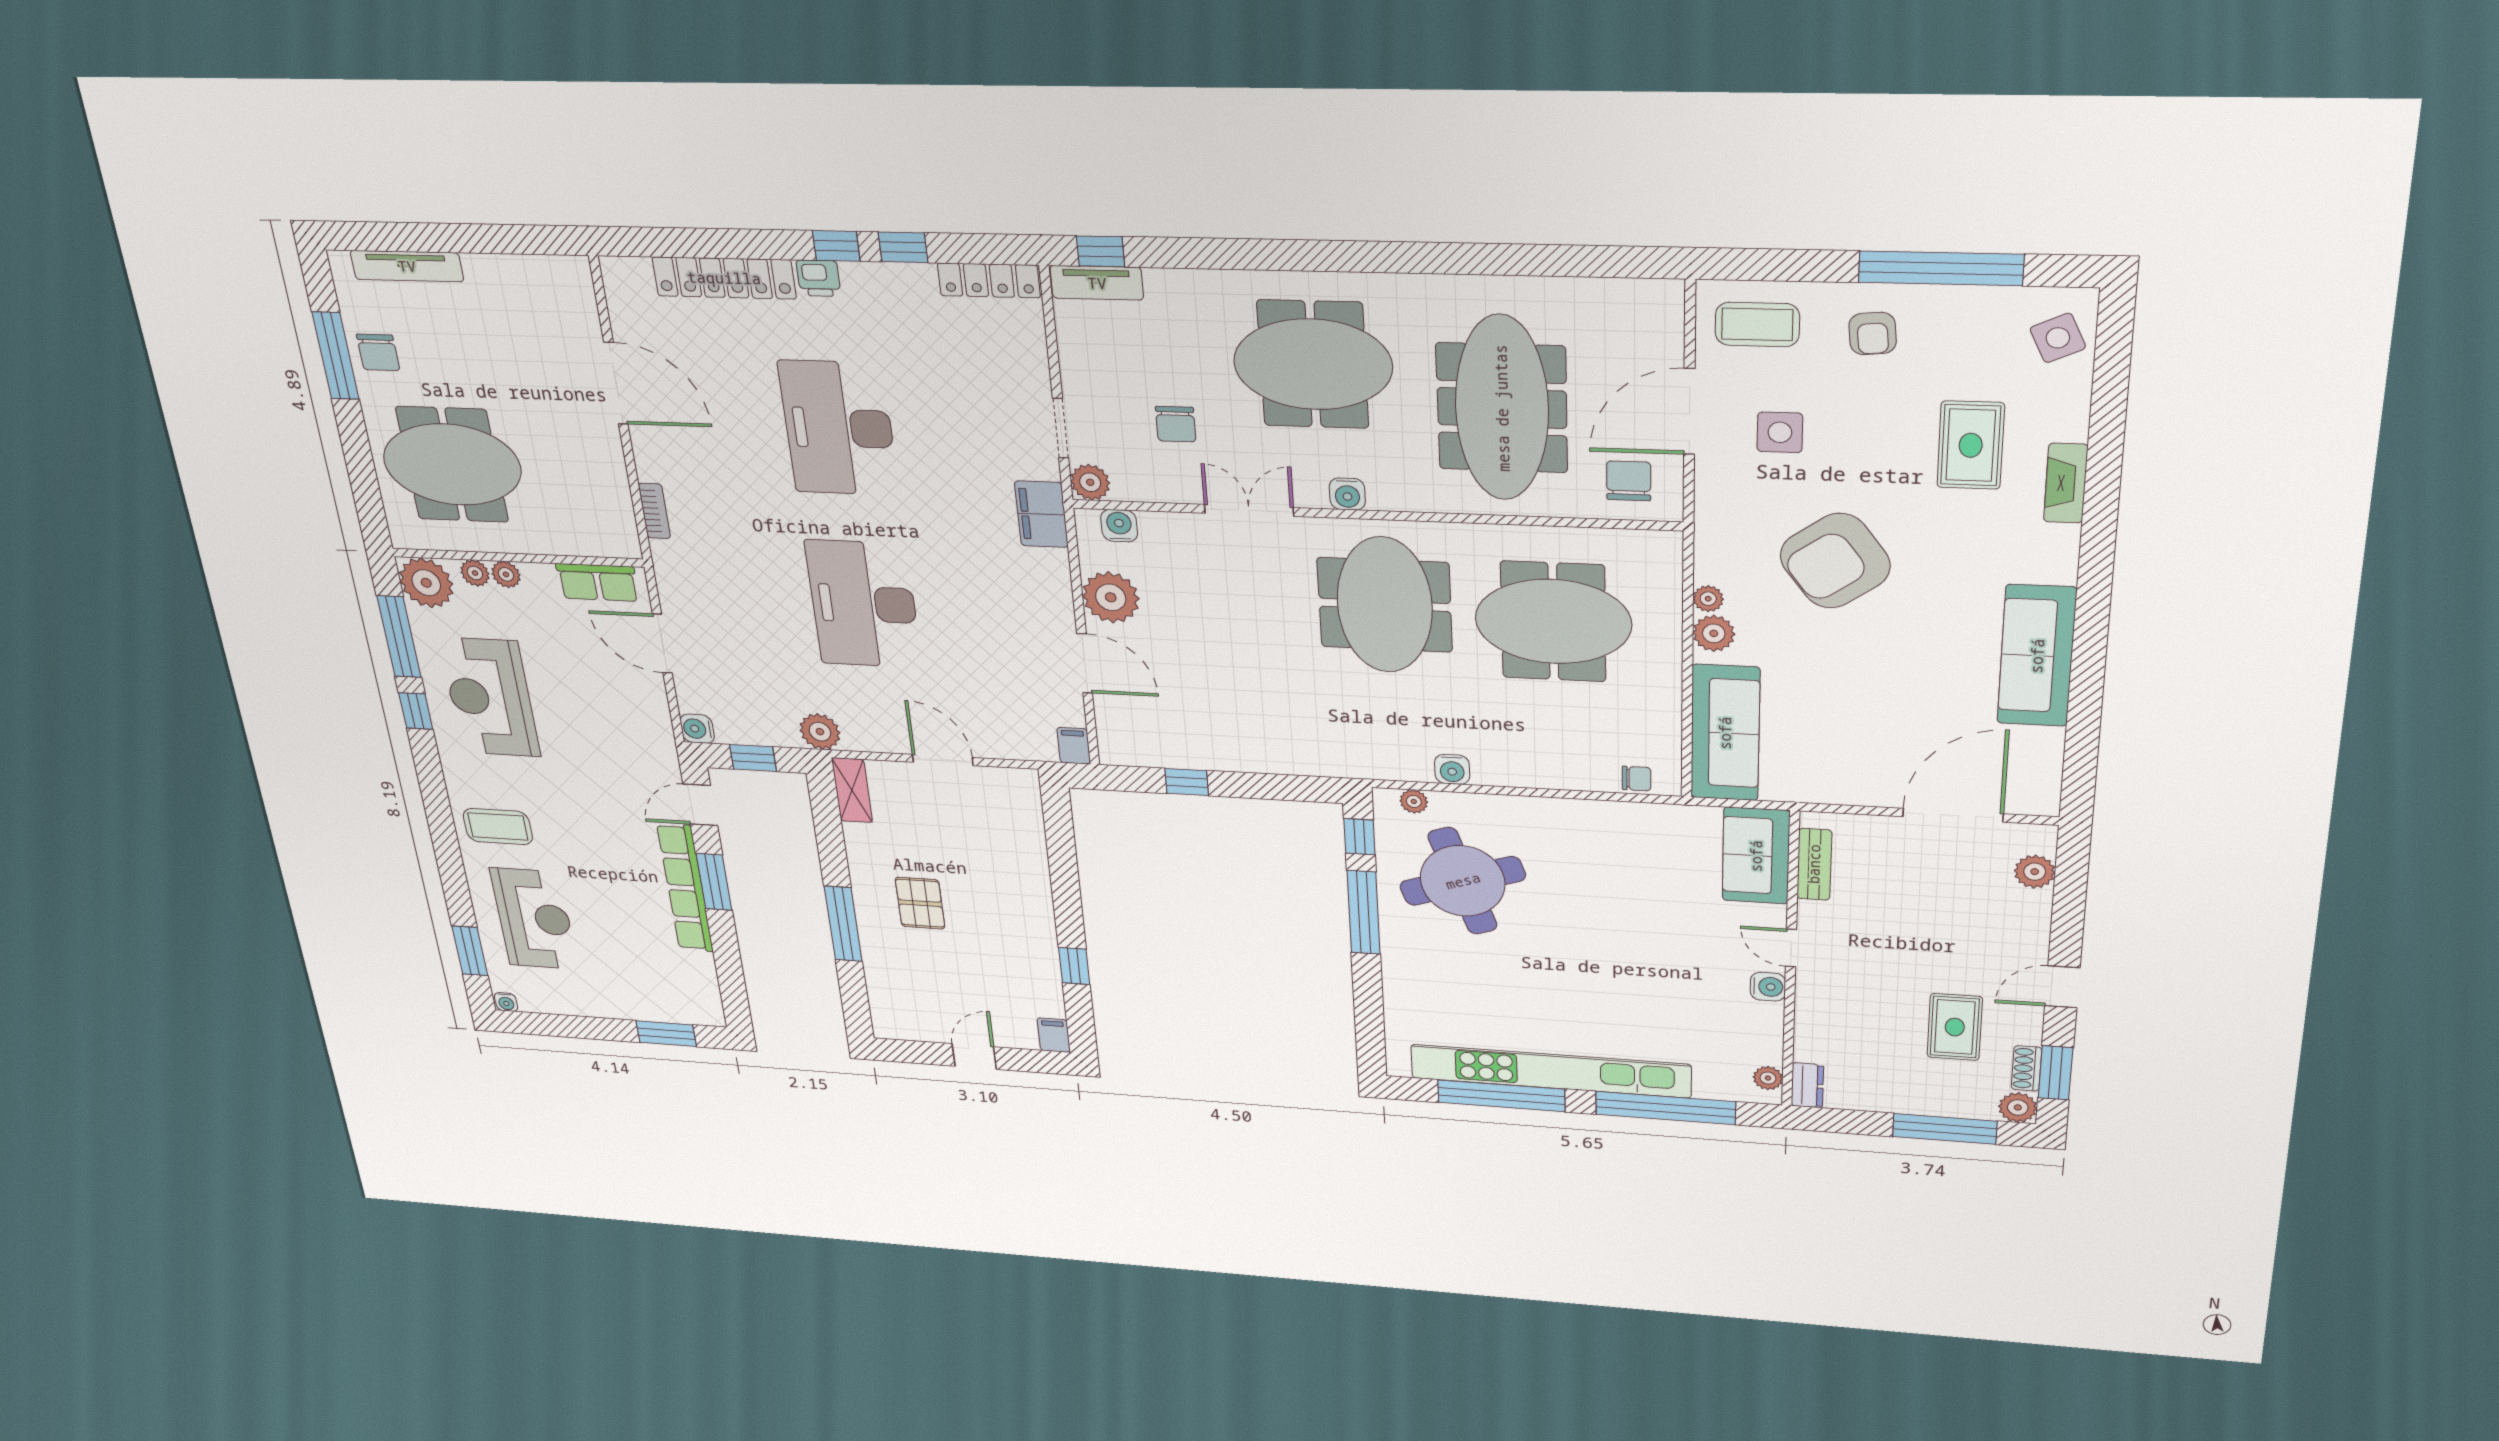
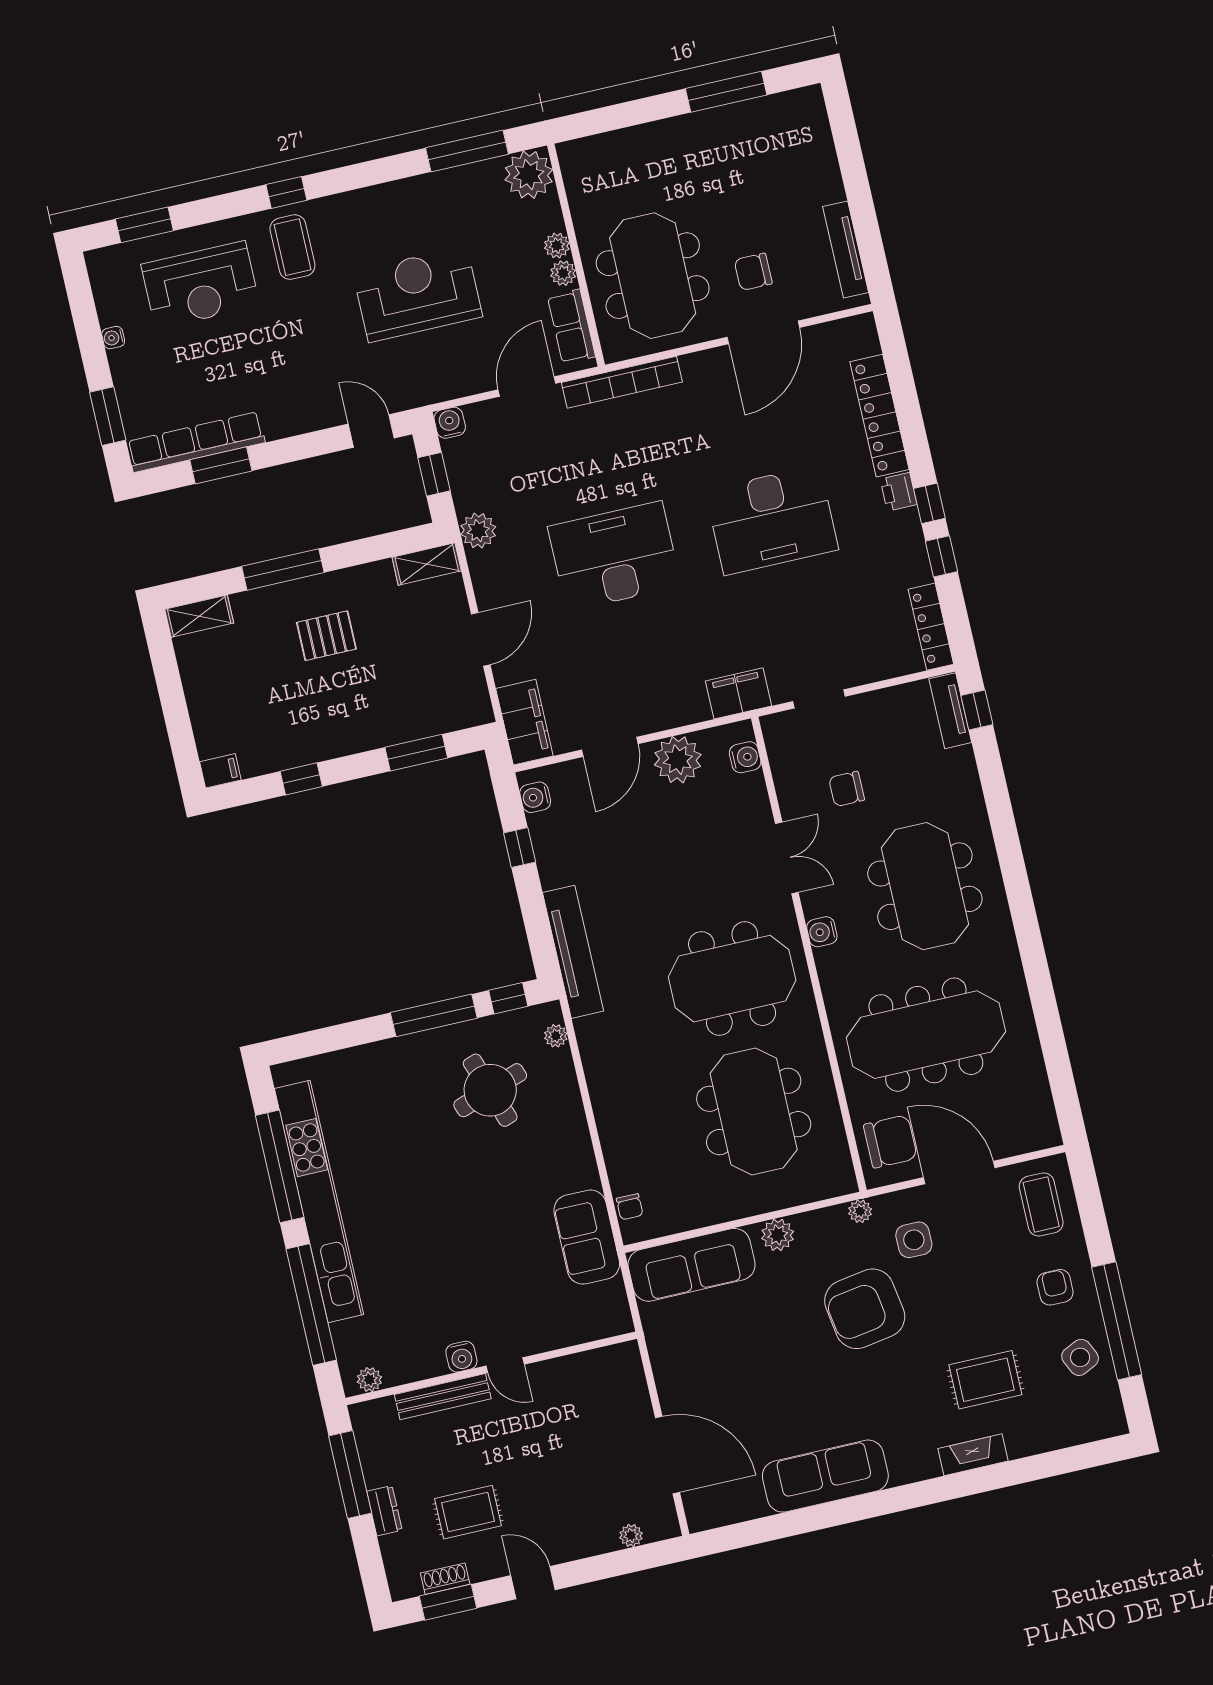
tv unit: (407, 266) -> (846, 250), moved
armchair: (1873, 333) -> (1055, 1287), turned 95
side table: (2058, 338) -> (1080, 1357), moved
chair: (378, 352) -> (753, 272), moved
desk: (839, 428) -> (772, 520), turned 180
side table: (1780, 432) -> (914, 1240), moved
meeting table: (452, 465) -> (653, 276), moved
chair: (1629, 481) -> (890, 1141), width x1.37, depth x1.37
plant: (1090, 482) -> (778, 729), removed
bookcase: (654, 511) -> (622, 382), width x2.31, depth x1.31
armchair: (1835, 561) -> (865, 1309), turned -63
plant: (475, 573) -> (563, 273), moved
plant: (1708, 599) -> (860, 1211), moved
reception desk: (490, 697) -> (418, 294), moved
window: (416, 711) -> (286, 192), moved
filing cabinet: (1074, 746) -> (524, 722), width x3.00, depth x1.17
tv unit: (1318, 760) -> (573, 952), added
water cooler: (1452, 769) -> (535, 797), moved
window: (1062, 853) -> (416, 753), added
sofa: (1756, 856) -> (587, 1237), moved, turned -90
bench: (1814, 864) -> (443, 1397), moved, width x1.36
plant: (2035, 872) -> (631, 1535), width x0.73, depth x0.73
round table: (1463, 881) -> (490, 1090), width x0.73, depth x0.73
window: (714, 882) -> (221, 465), moved
row of seats: (685, 888) -> (196, 442), moved
door: (1791, 948) -> (505, 1365), swing flipped
water cooler: (506, 1002) -> (113, 338), moved
shelving: (885, 1010) -> (199, 616), added
door: (974, 1057) -> (173, 703), removed
dresser: (1807, 1085) -> (384, 1511), moved, turned -90
plant: (2018, 1107) -> (404, 1583), removed
window: (1945, 1129) -> (350, 1475), moved

